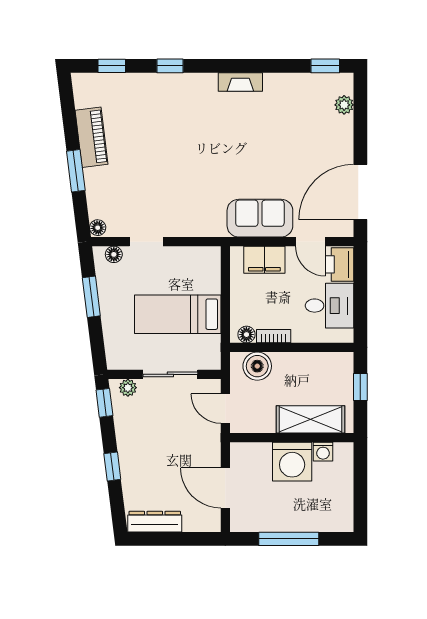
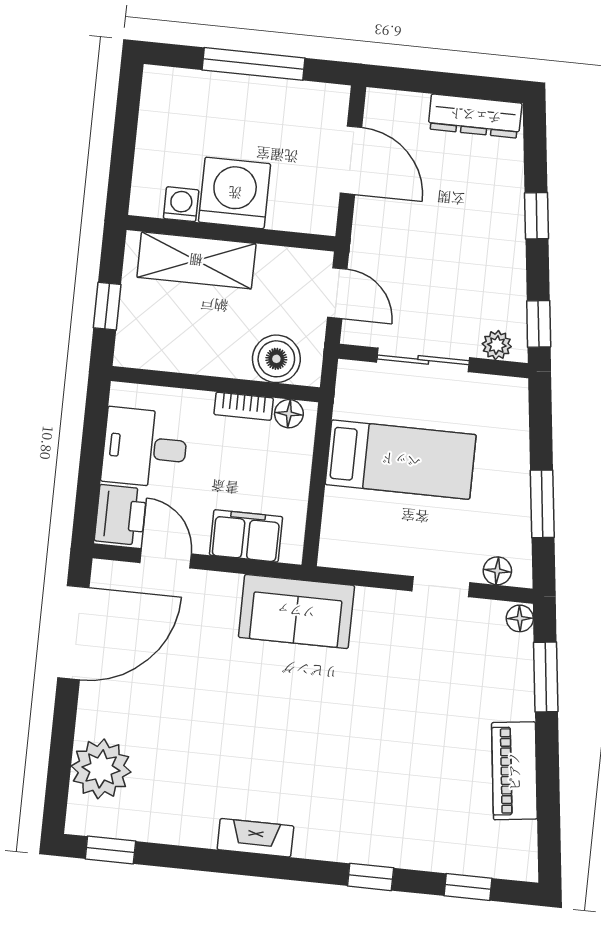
plant: (344, 105) -> (101, 769), width x1.88, depth x1.88
window: (76, 171) -> (546, 677), moved
sofa: (260, 218) -> (296, 611), moved

